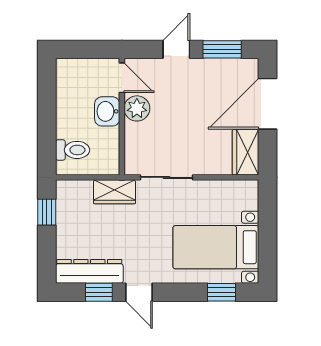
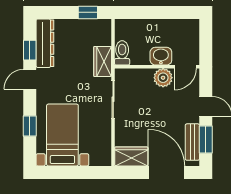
bench: (226, 68) -> (192, 142), added
toilet: (73, 150) -> (122, 53), moved, turned 180
window: (222, 292) -> (30, 126), moved

